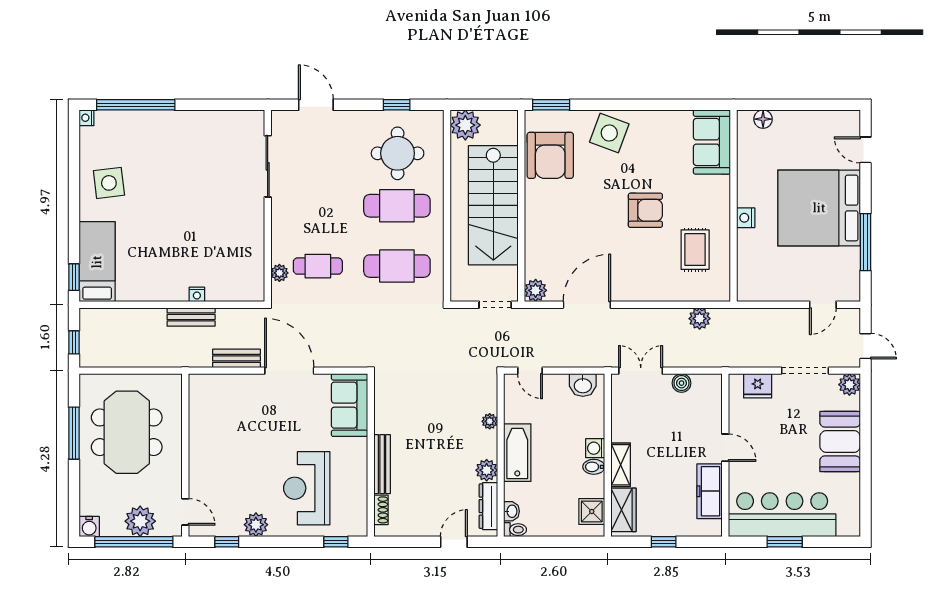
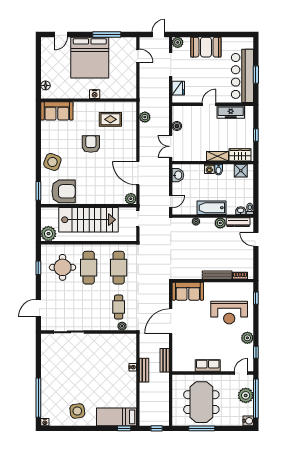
bench: (237, 358) -> (165, 360), moved
meeting table: (127, 432) -> (201, 402), turned 90
row of seats: (200, 445) -> (208, 366), added

